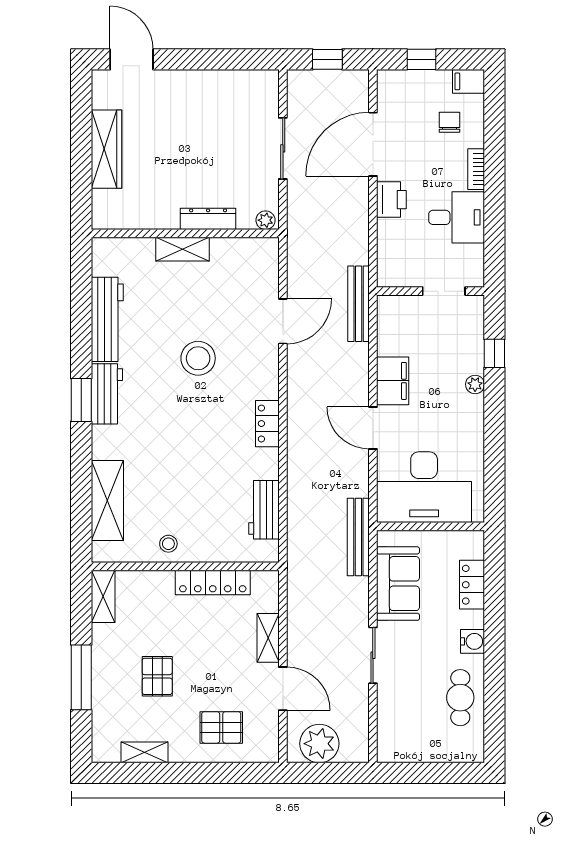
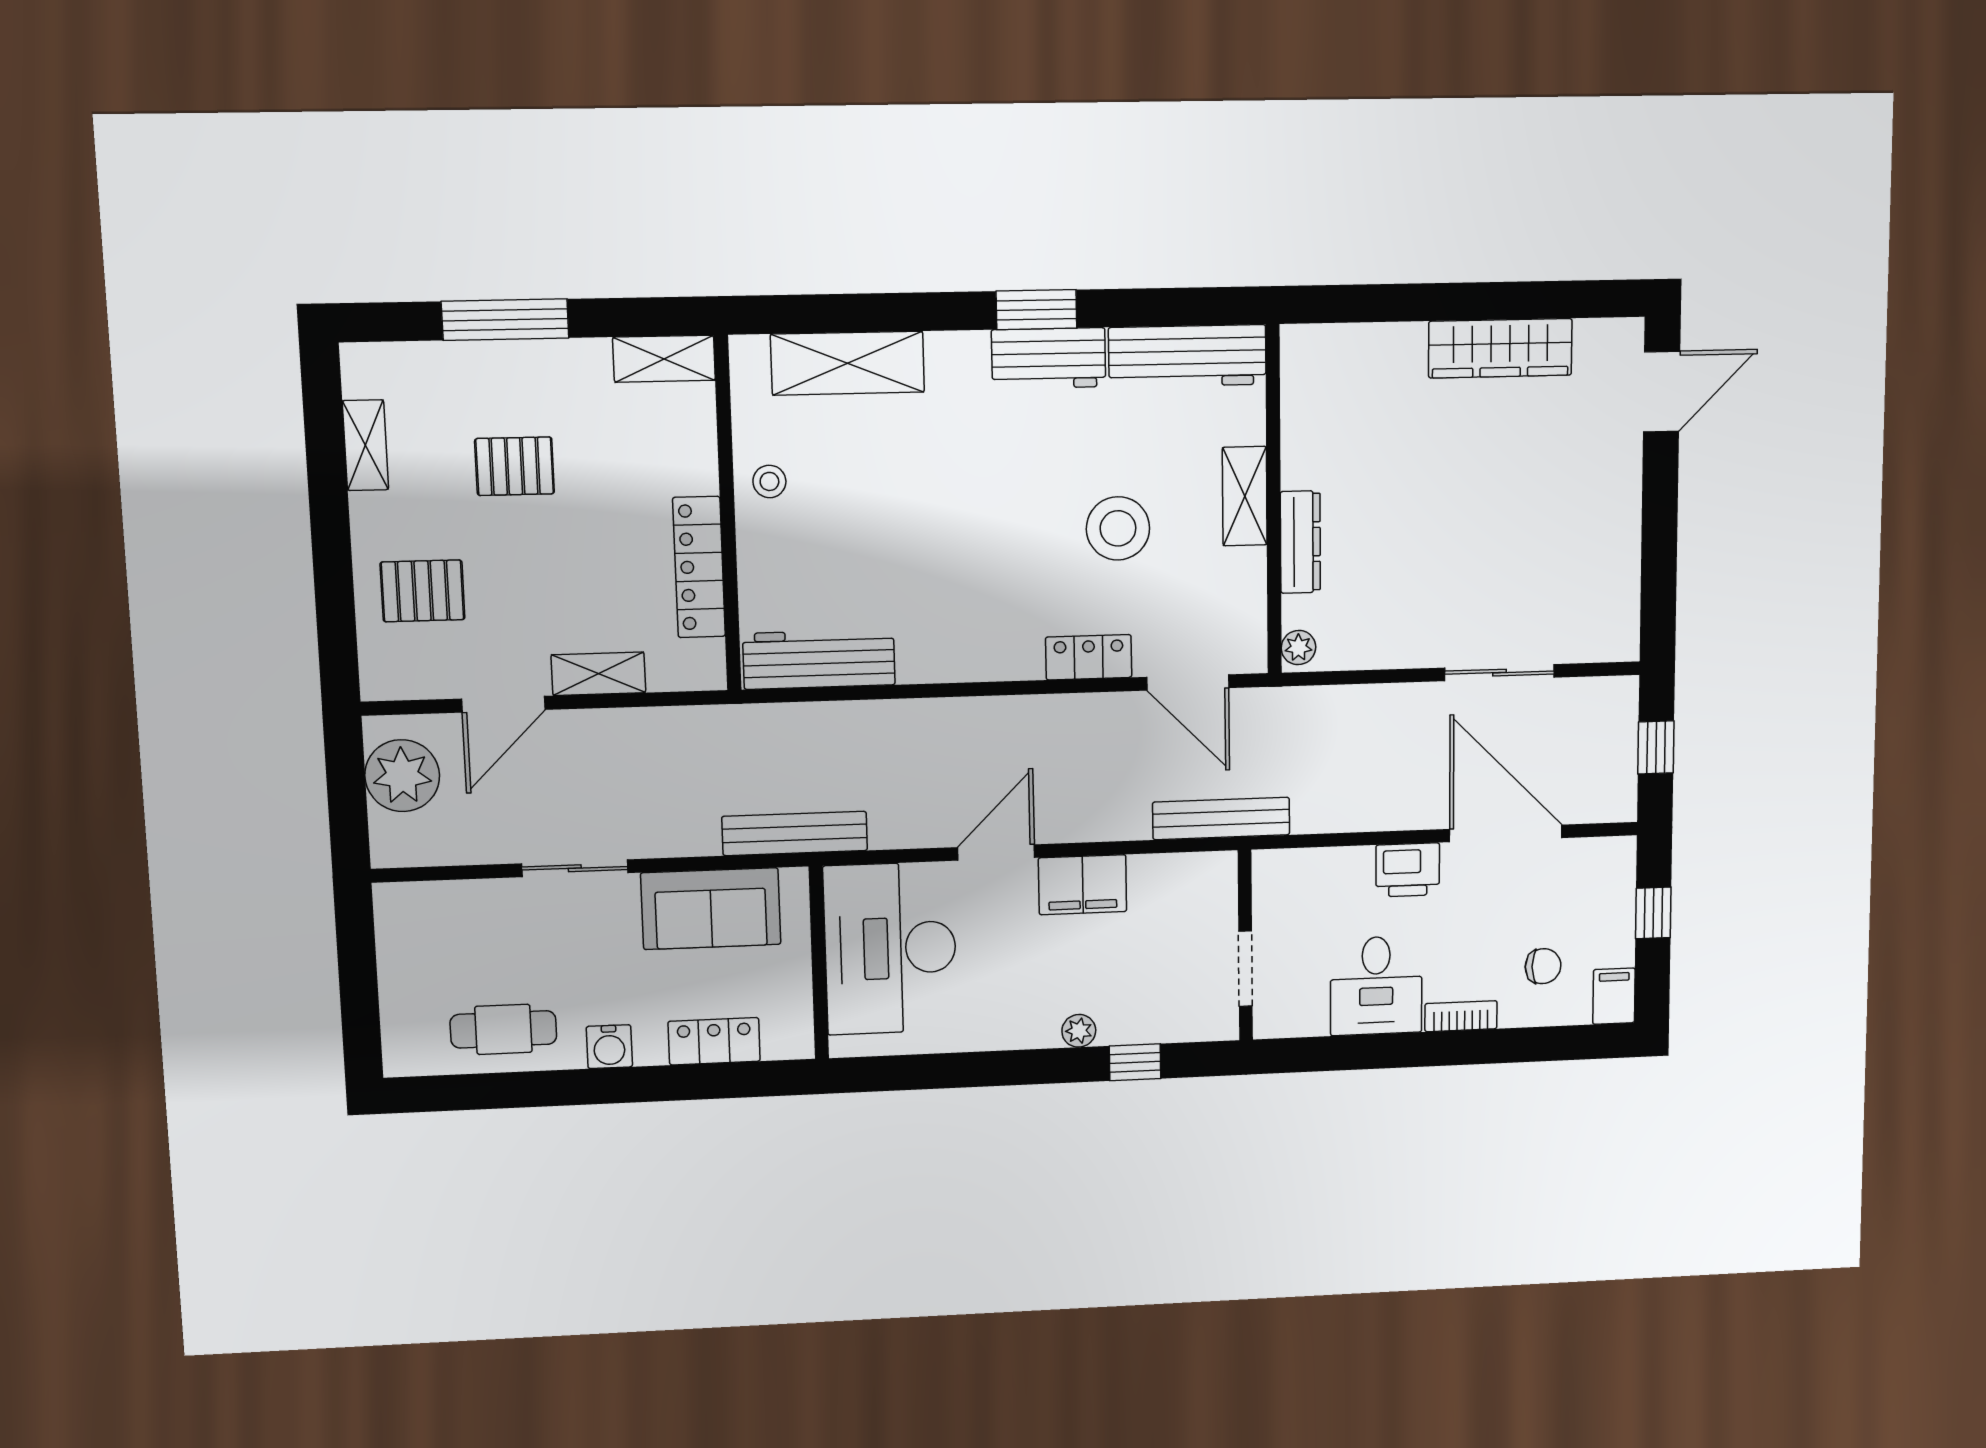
dresser: (208, 219) -> (1300, 542), moved
plant: (266, 220) -> (1298, 648), moved
wall: (185, 233) -> (1274, 500), moved
shelving: (183, 249) -> (1245, 496), moved
locker: (267, 424) -> (1089, 657), moved
workbench: (264, 510) -> (819, 659), width x1.38
pallet: (221, 727) -> (423, 591), turned 90

